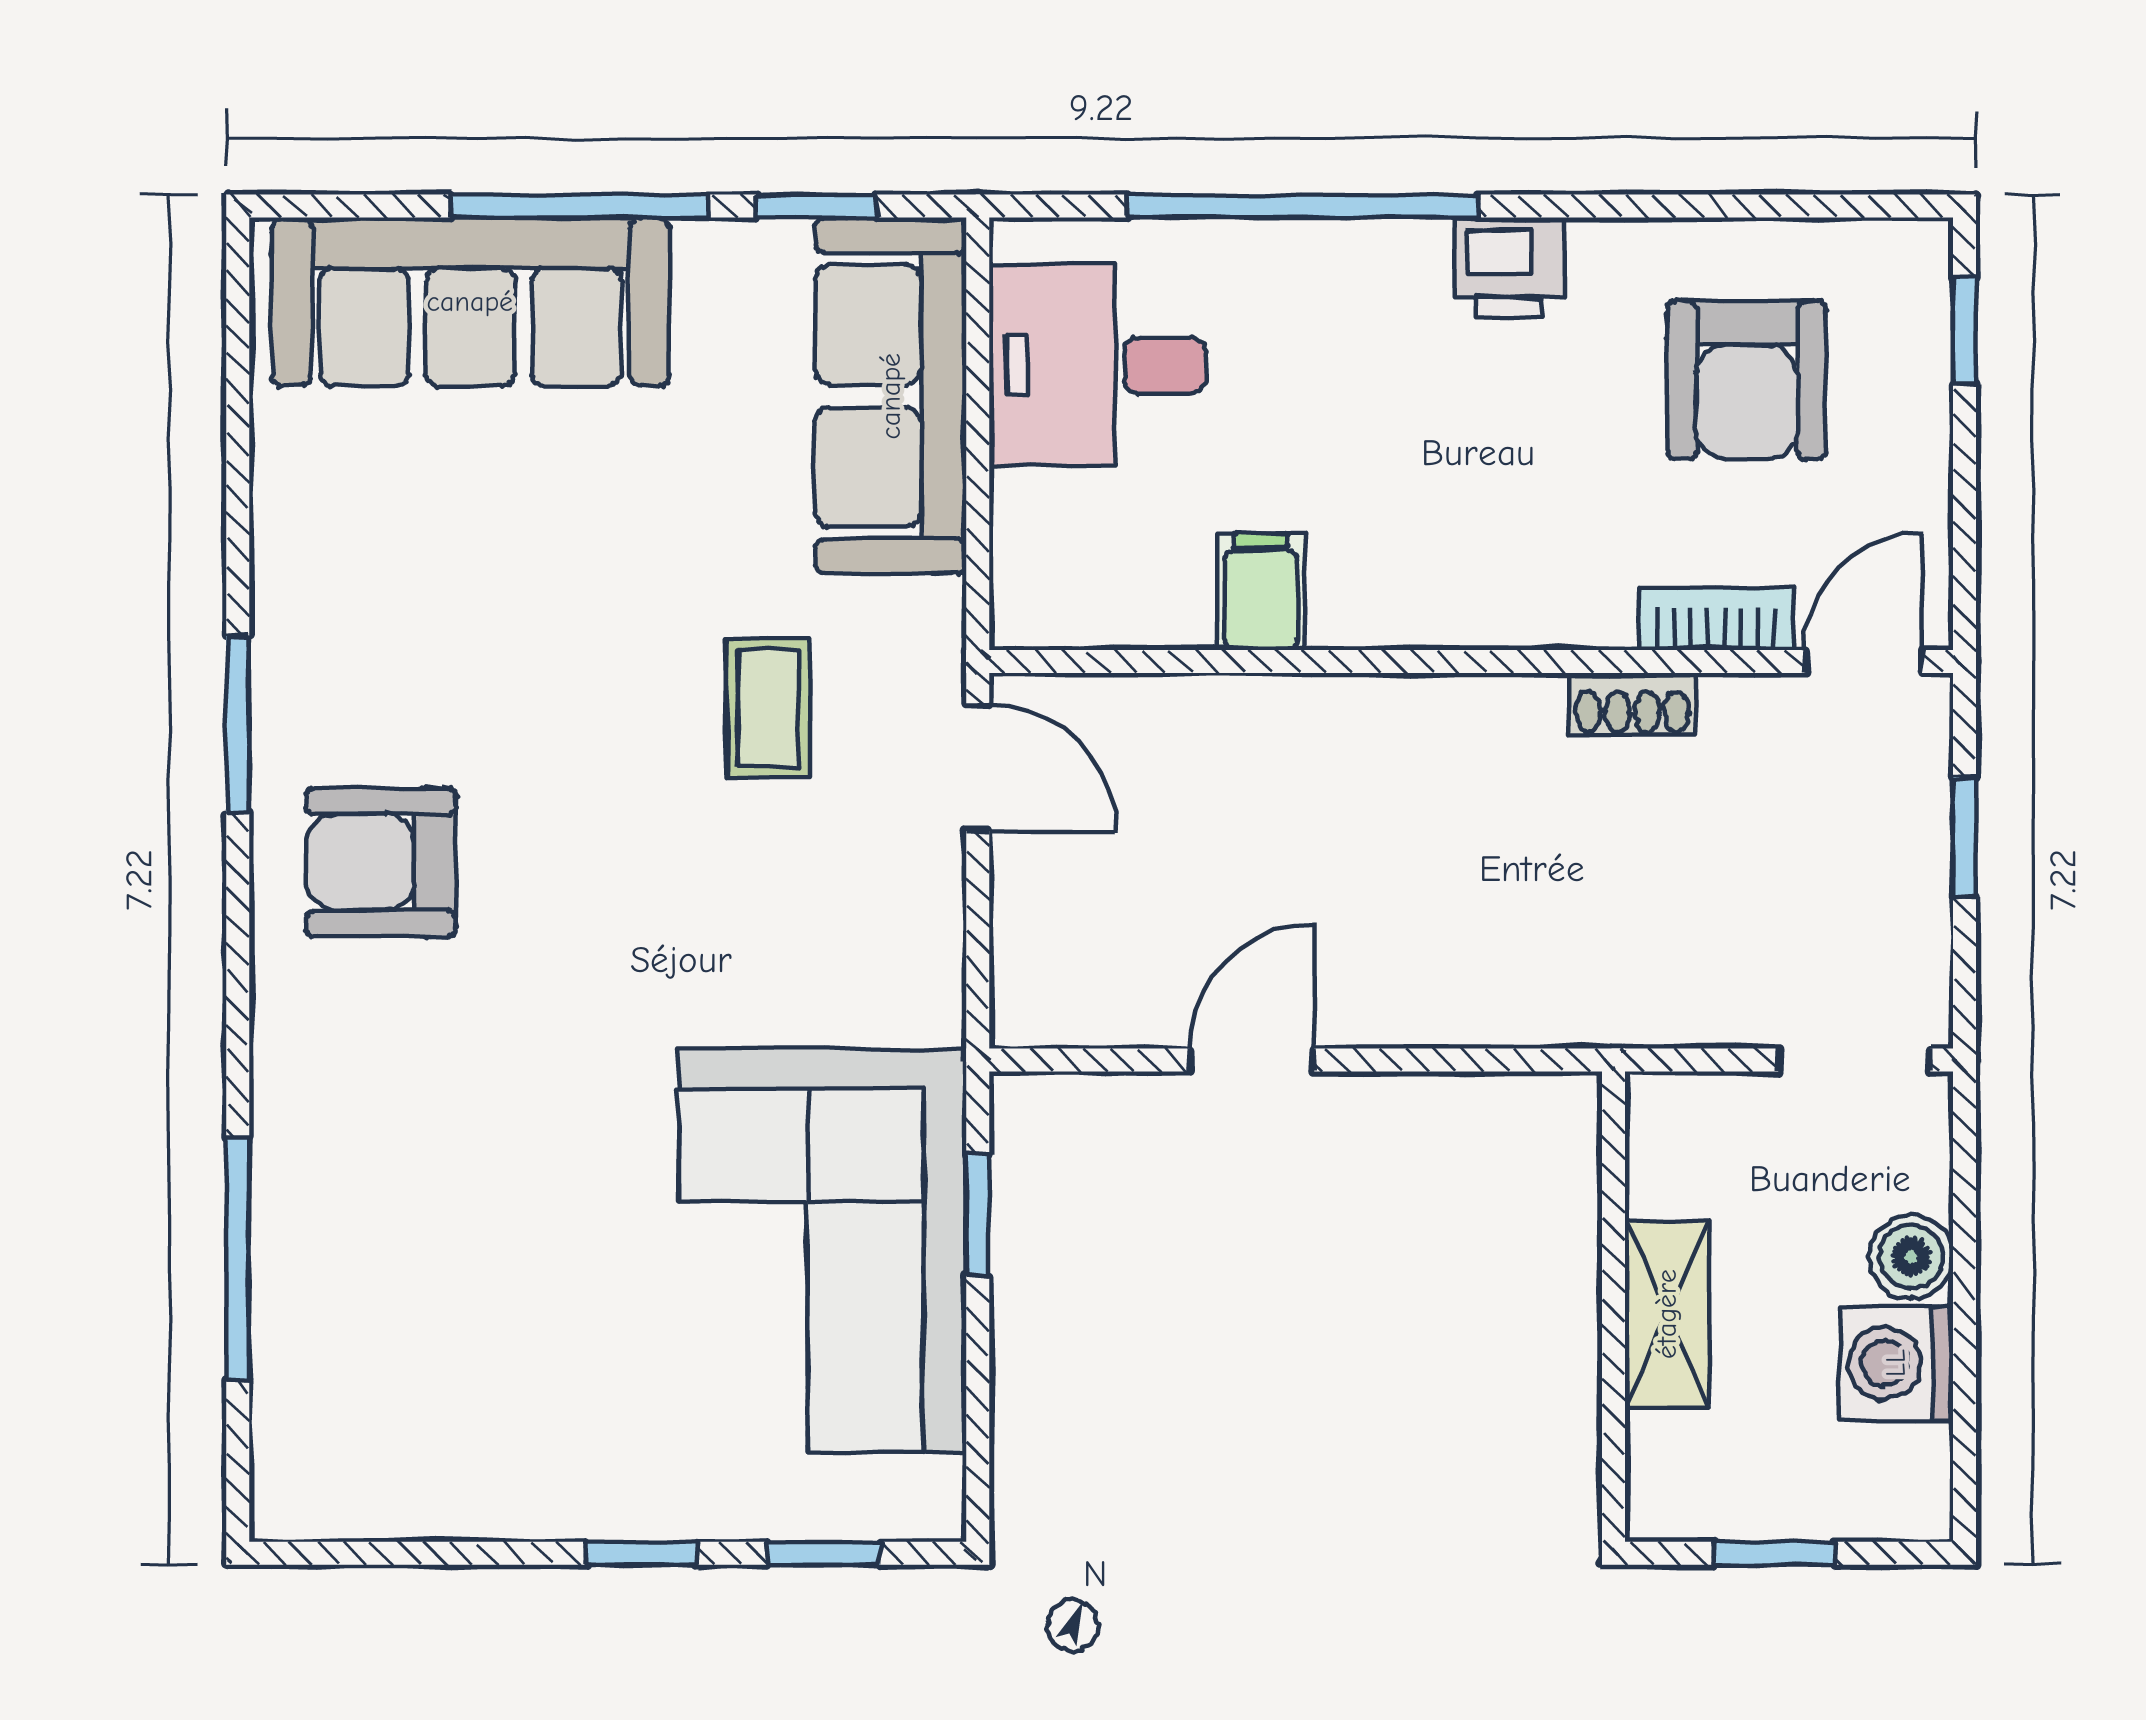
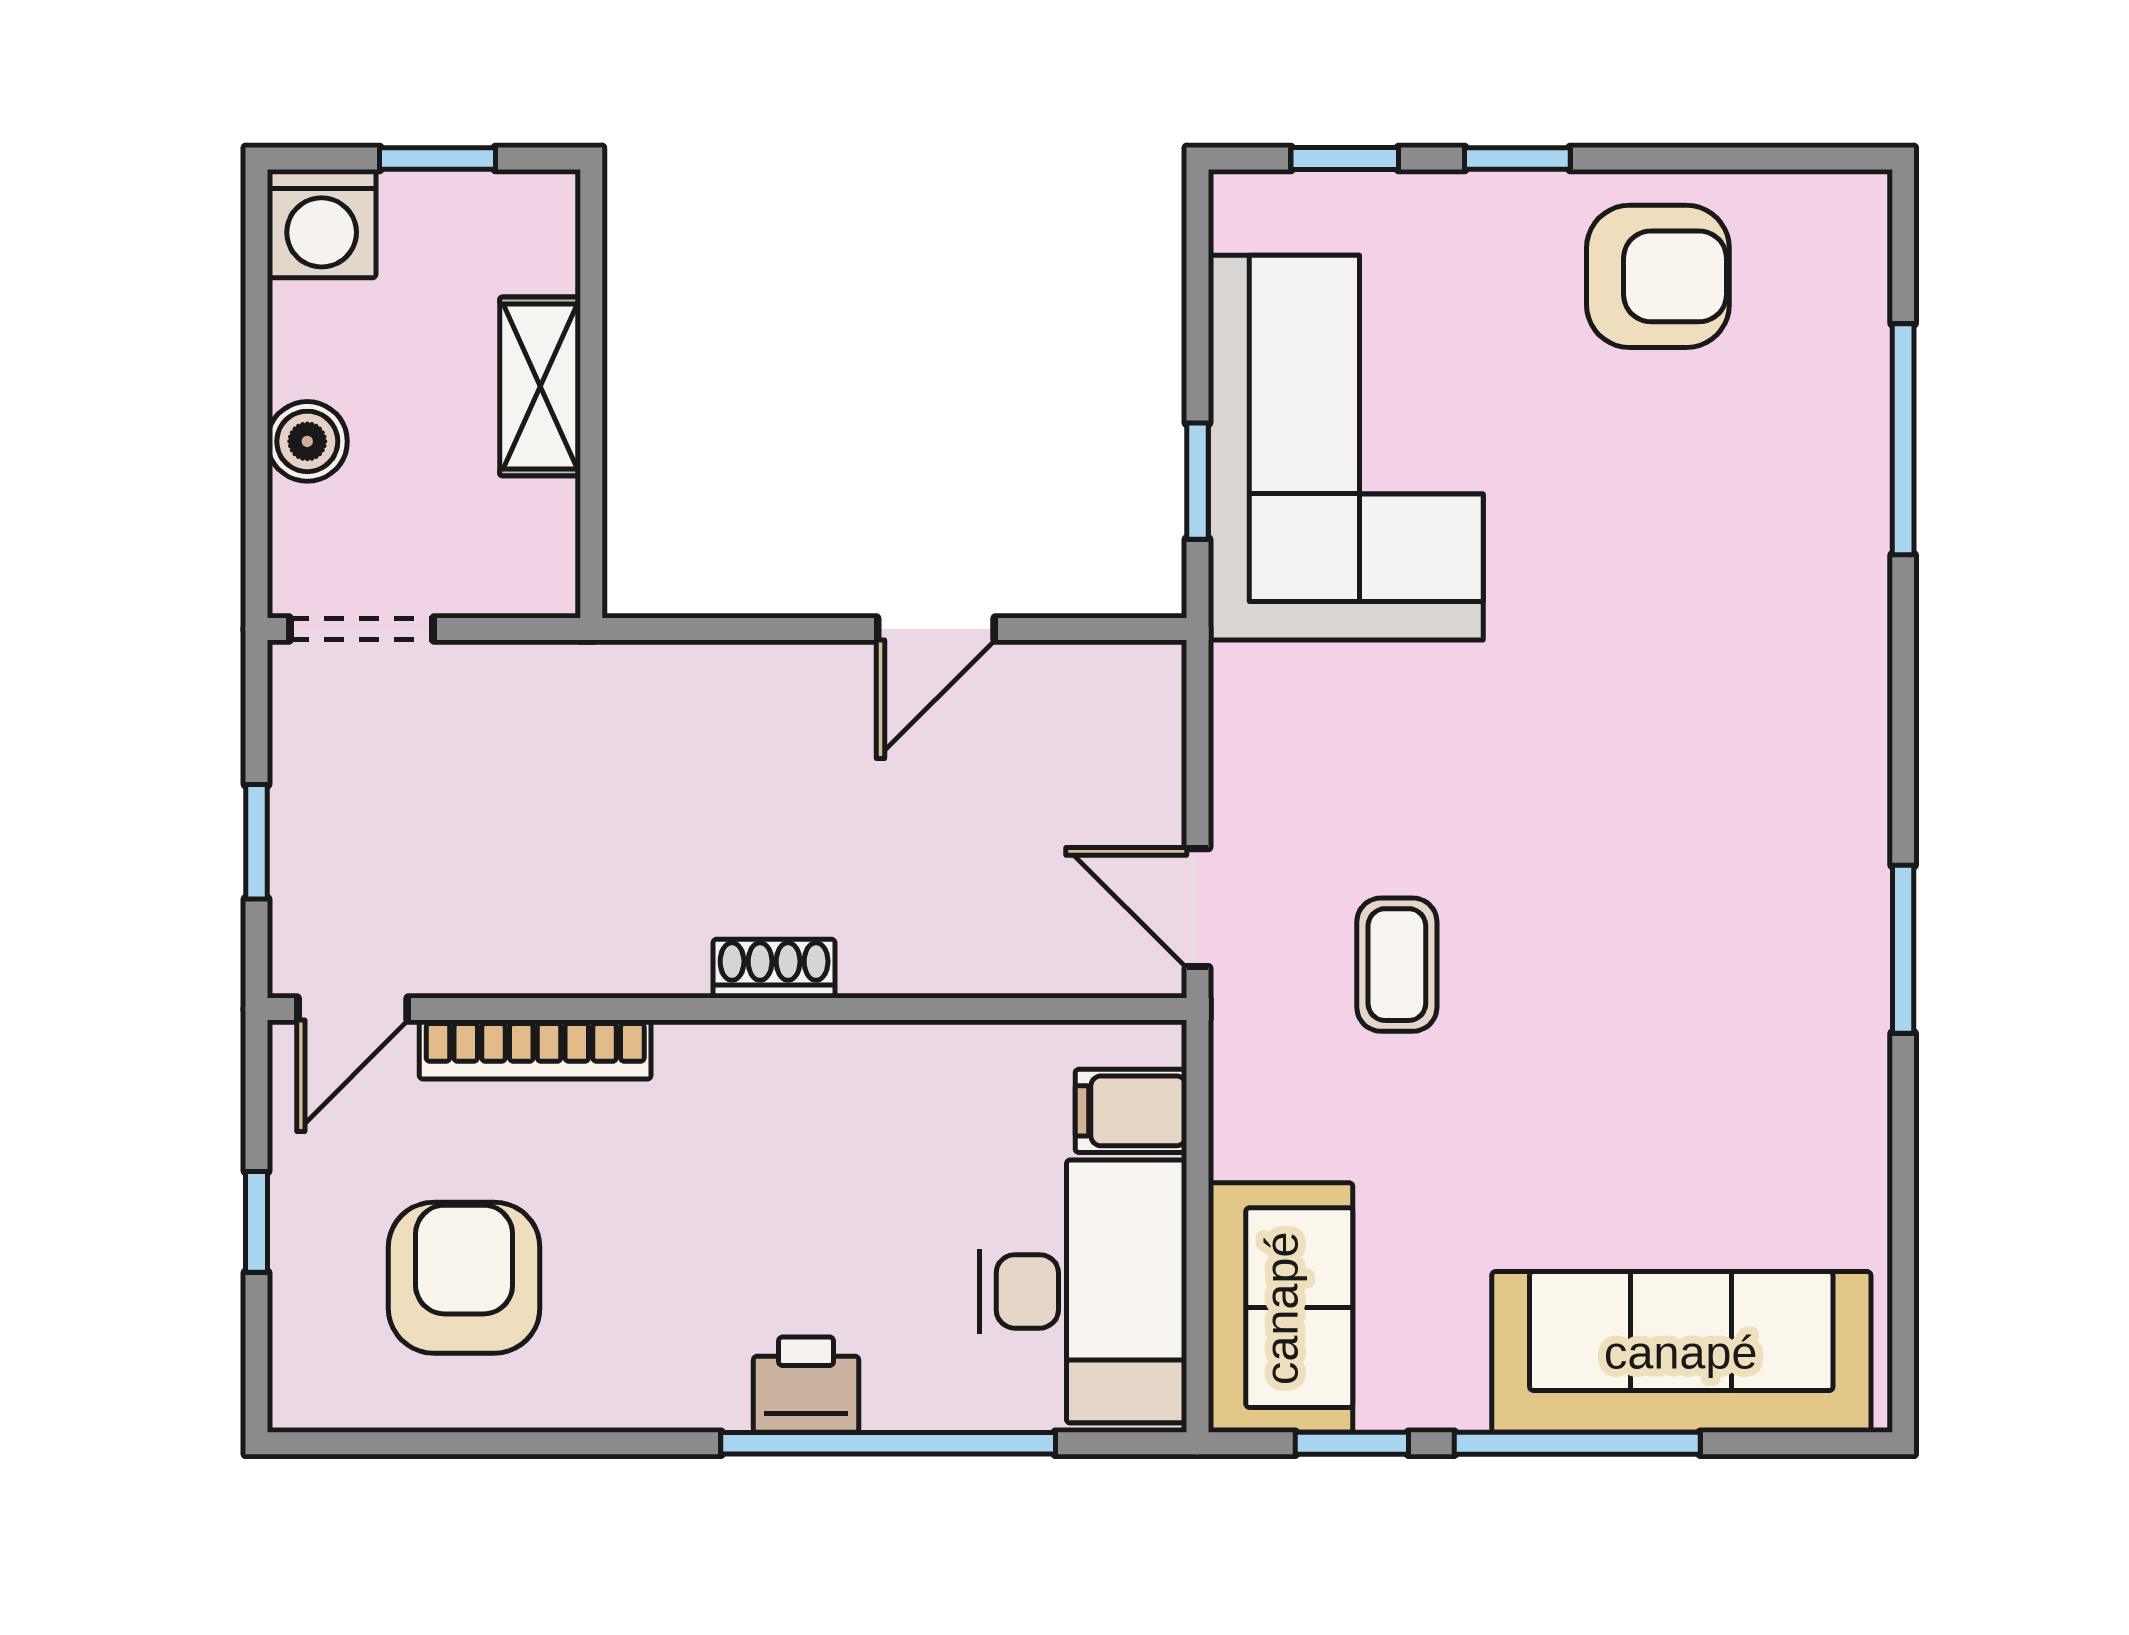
printer: (1509, 268) -> (806, 1385), moved
window: (1965, 331) -> (256, 1222), moved
desk: (1098, 365) -> (1083, 1291), width x1.37
sofa: (891, 396) -> (1281, 1308), width x0.73
filing cabinet: (1261, 592) -> (1131, 1111), moved, turned 90
bookcase: (1716, 619) -> (535, 1050), width x1.56
shoe rack: (1632, 704) -> (774, 969), moved
armchair: (381, 862) -> (1658, 276), moved
washing machine: (1896, 1363) -> (322, 224), moved, turned 90

